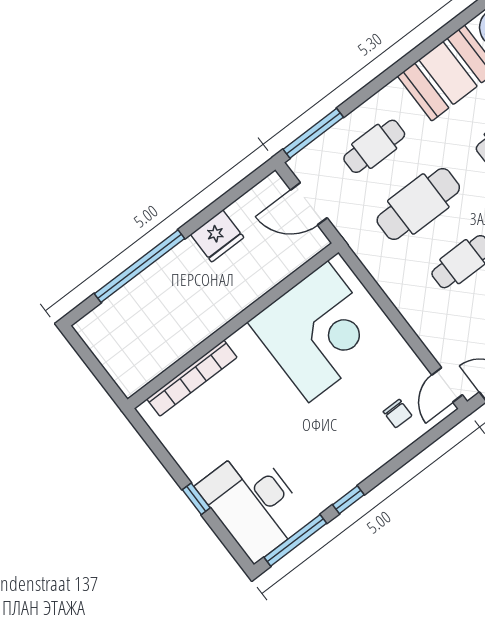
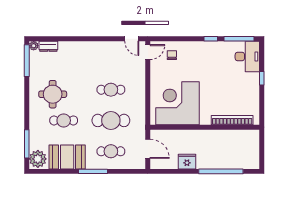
window: (313, 133) -> (93, 171), moved
desk: (253, 503) -> (247, 56), width x0.73, depth x0.77

